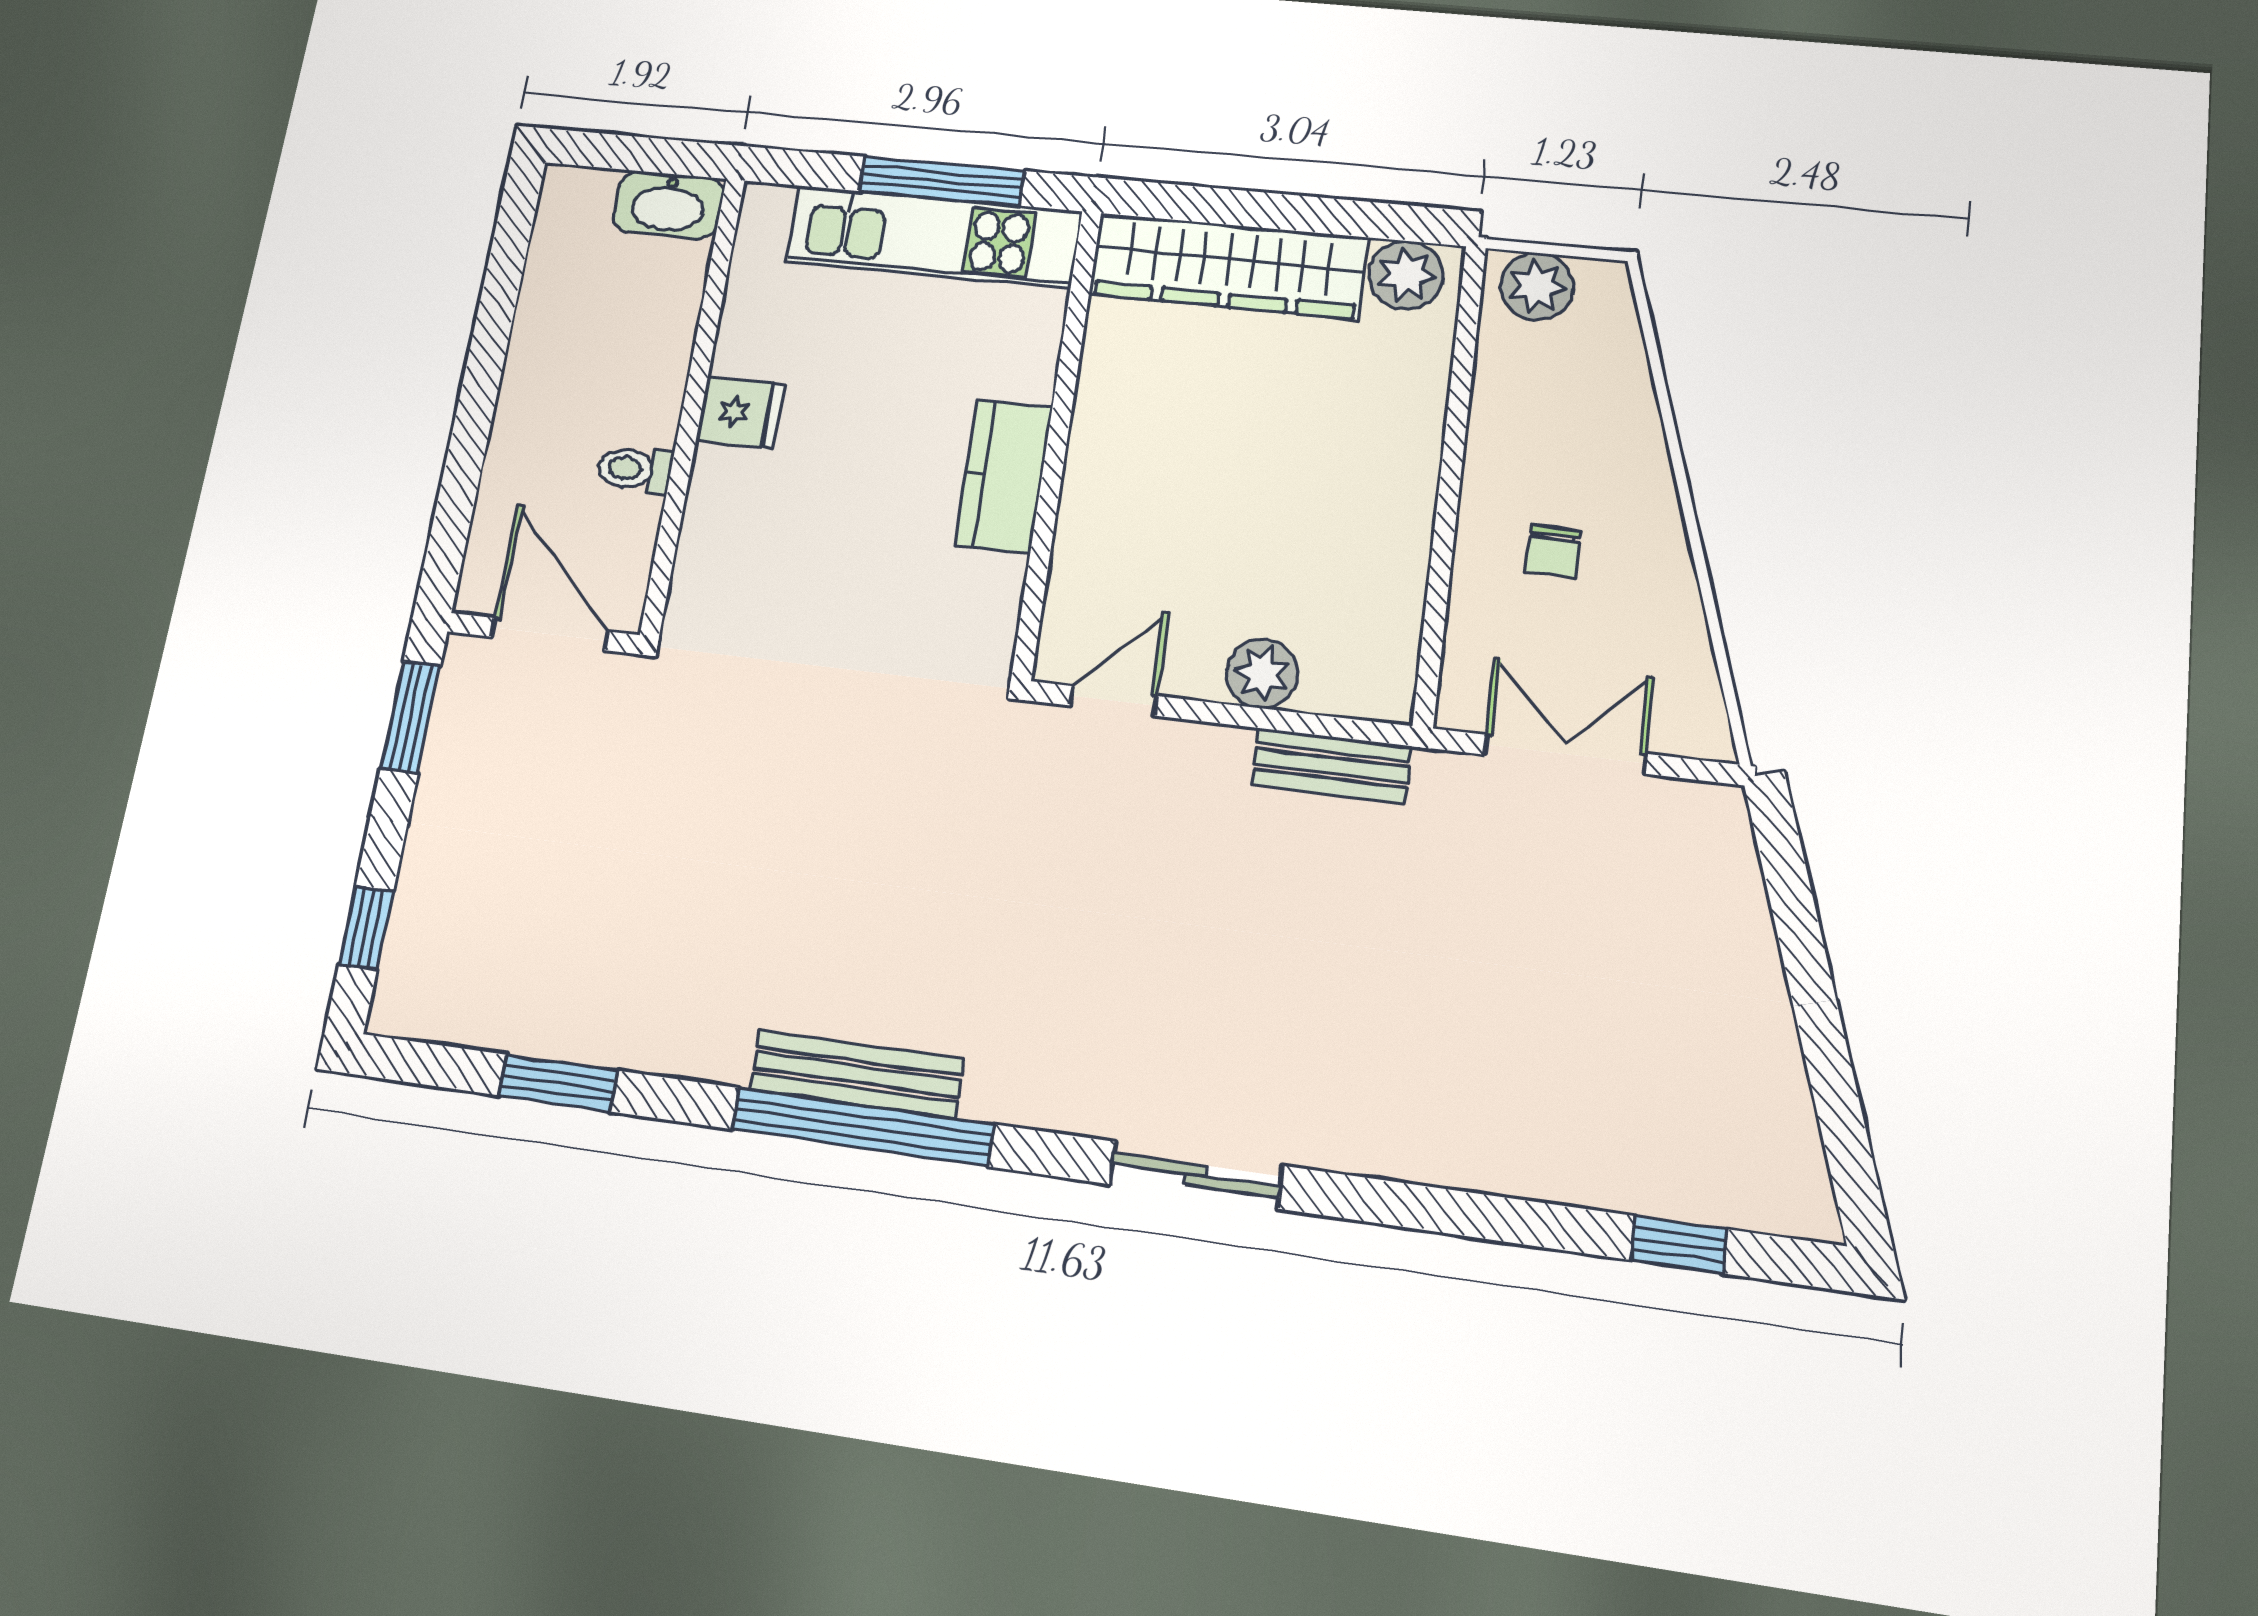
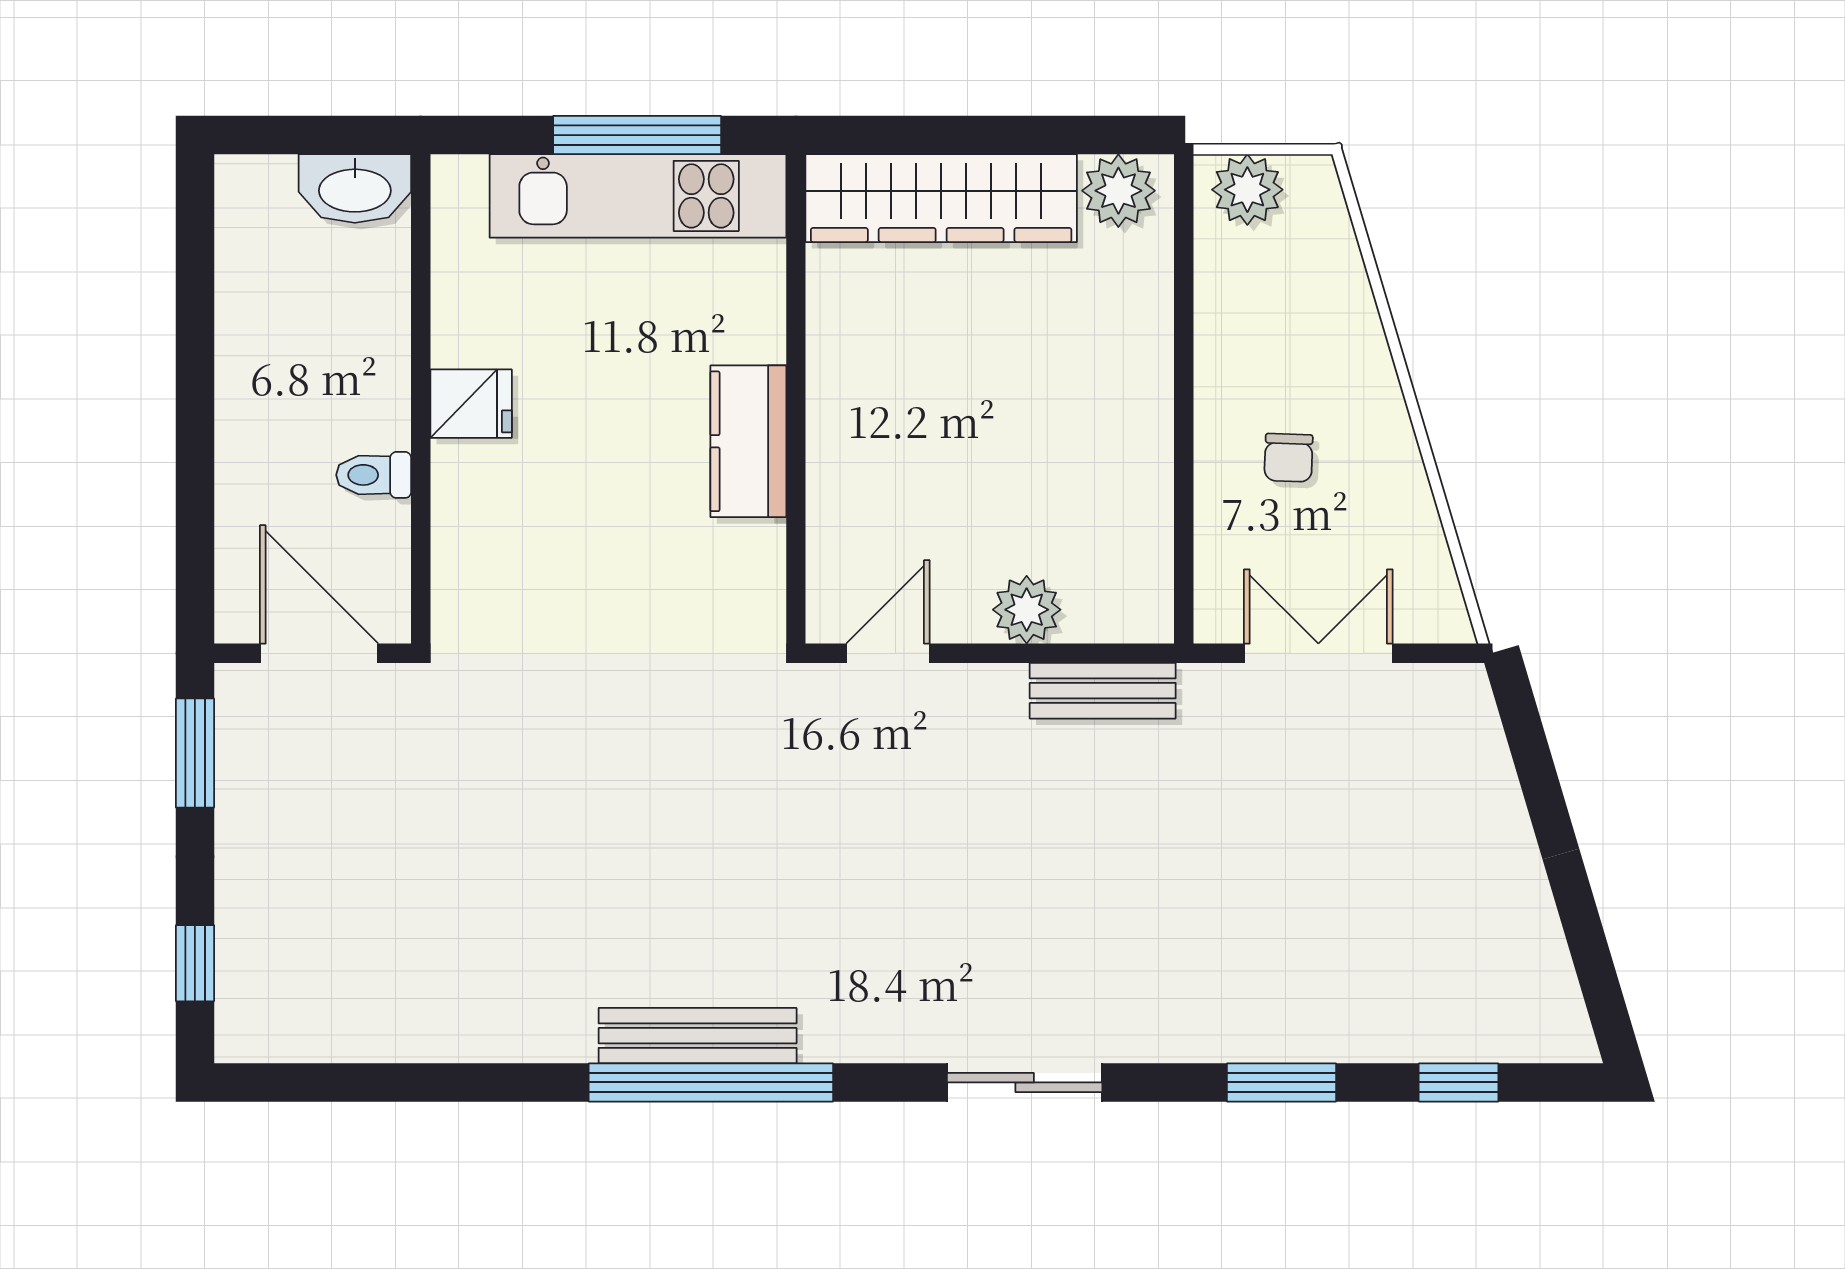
window: (558, 1083) -> (1281, 1082), moved

